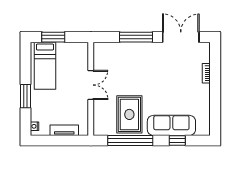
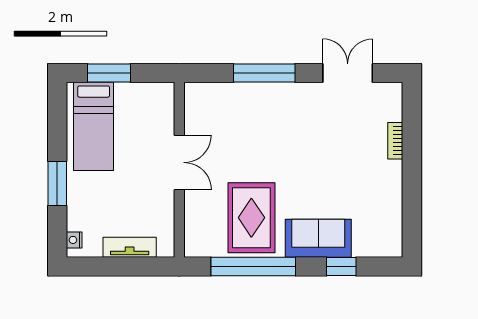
double door: (181, 37) -> (348, 73), width x0.73
sofa: (171, 125) -> (318, 238), width x0.73

